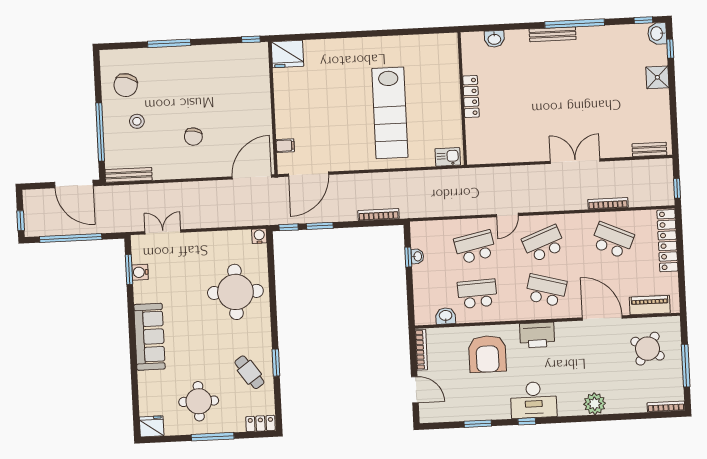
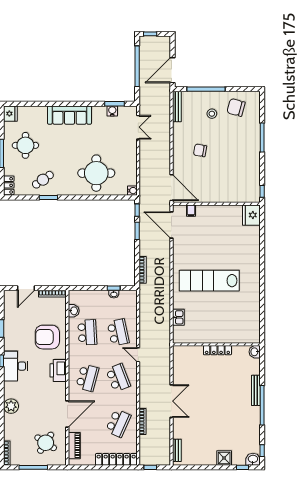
locker: (471, 96) -> (217, 350), moved
wall: (462, 99) -> (216, 344), moved

